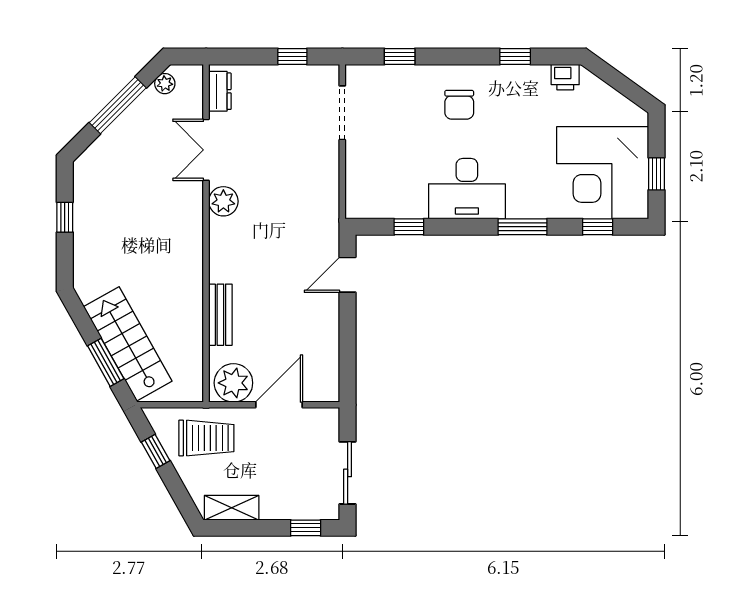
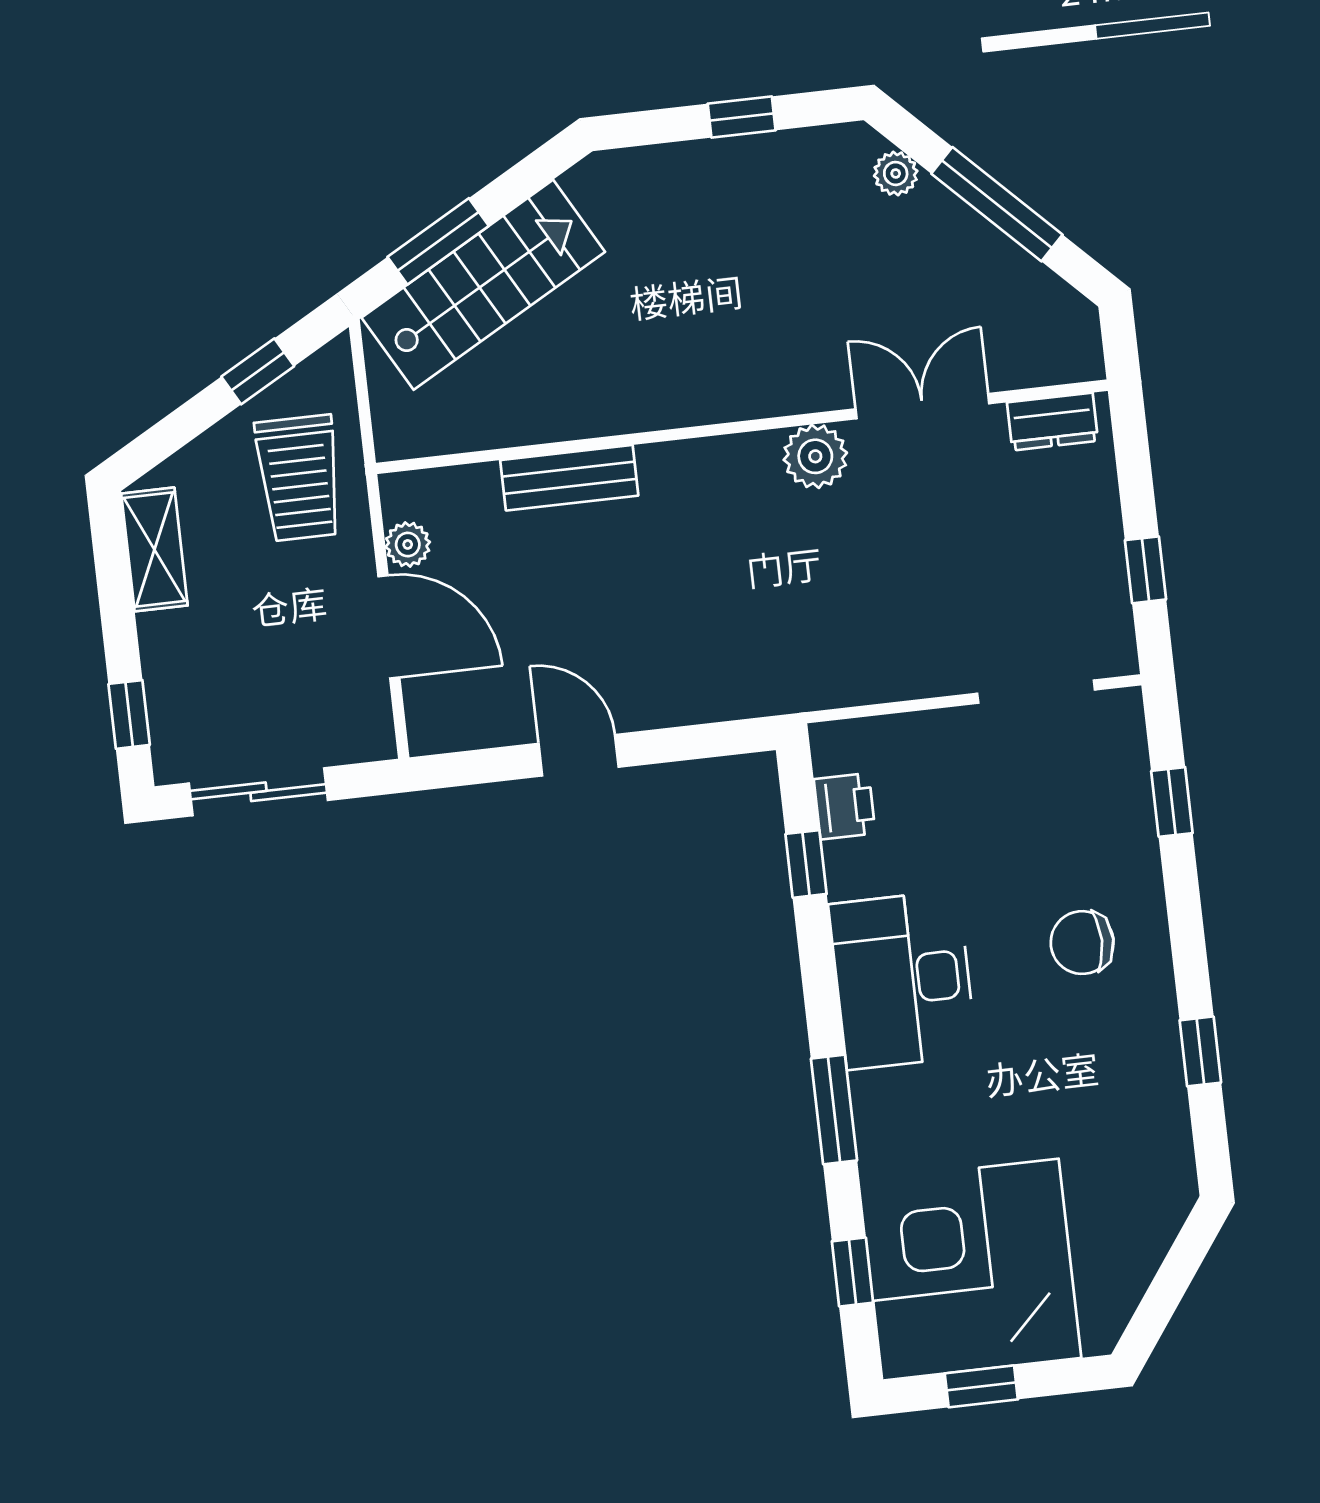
printer: (565, 77) -> (845, 806), moved, turned 180
plant: (165, 84) -> (896, 173), moved
door: (348, 275) -> (579, 755), moved
plant: (233, 383) -> (408, 544), width x0.53, depth x0.53

